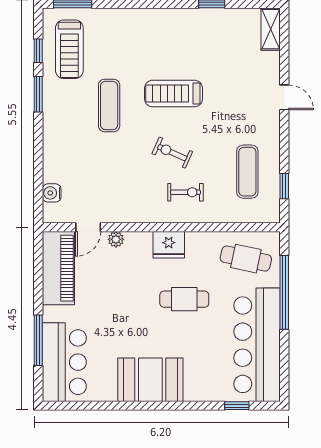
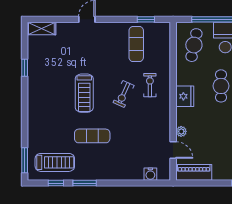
exercise mat: (247, 172) -> (136, 44), turned 90
piano: (58, 268) -> (194, 172), width x0.73, depth x0.75

